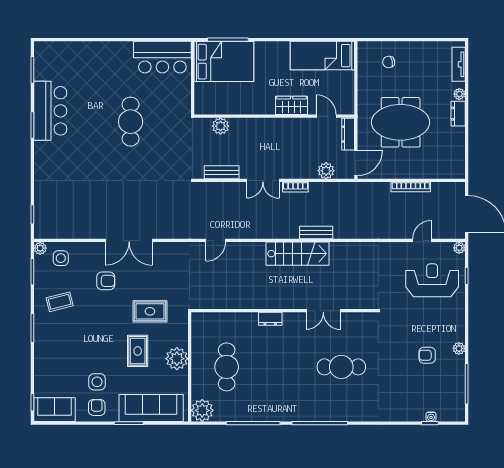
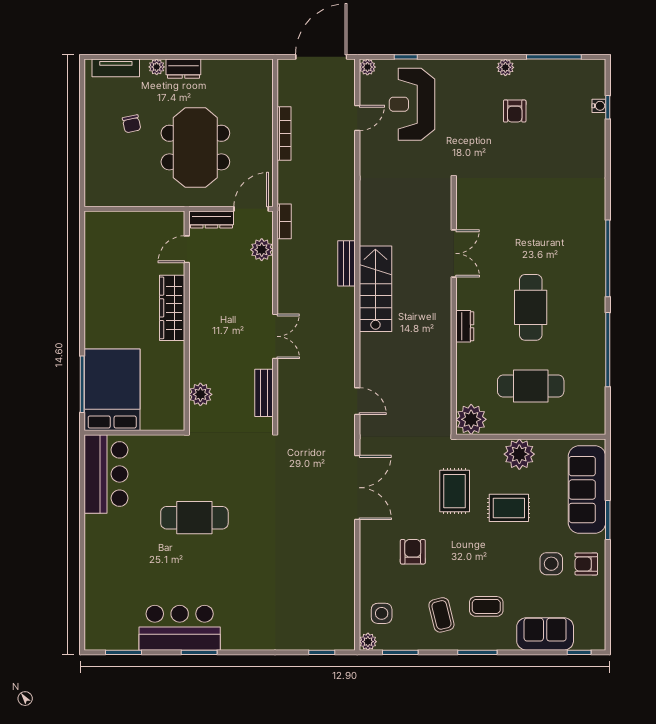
bed: (322, 56) -> (104, 255), removed
chair: (389, 62) -> (132, 124), moved
wardrobe: (292, 105) -> (172, 308), width x1.50
door: (356, 163) -> (251, 209), hinge flipped
bookcase: (295, 187) -> (284, 221), moved
double door: (129, 240) -> (357, 488), moved
door: (422, 240) -> (357, 118), swing flipped
coffee table: (66, 334) -> (486, 606), added
cafe table: (341, 367) -> (531, 307), moved
sofa: (55, 410) -> (545, 634), moved, turned 90
plant: (202, 410) -> (471, 419), moved

